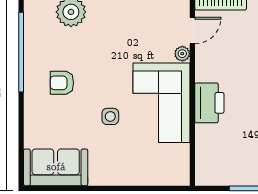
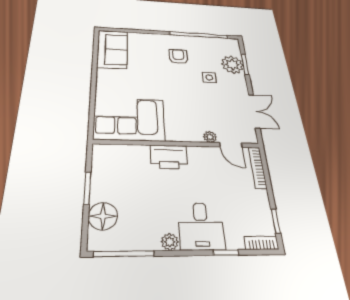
corner sofa: (161, 103) -> (129, 119), moved
side table: (110, 116) -> (209, 77), moved

